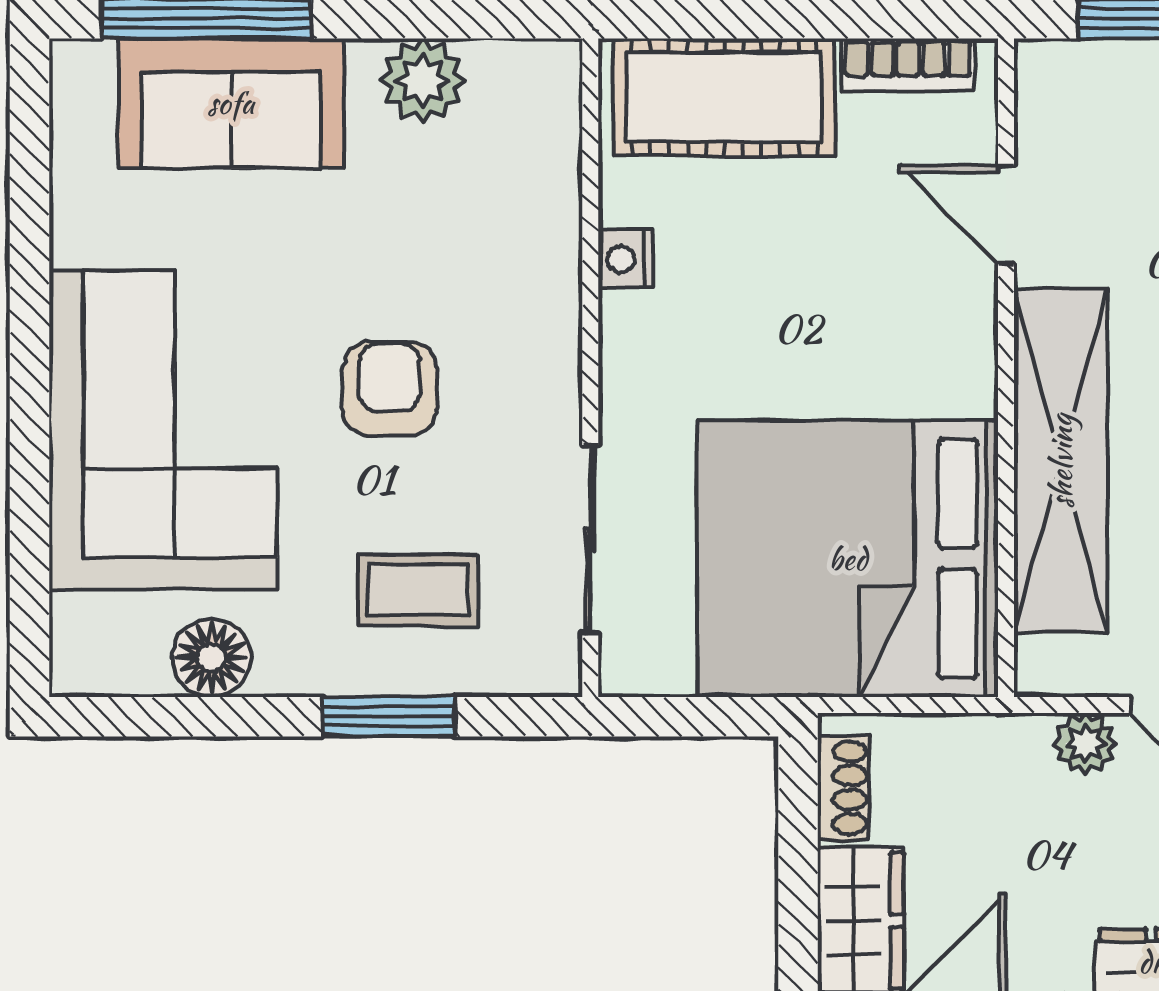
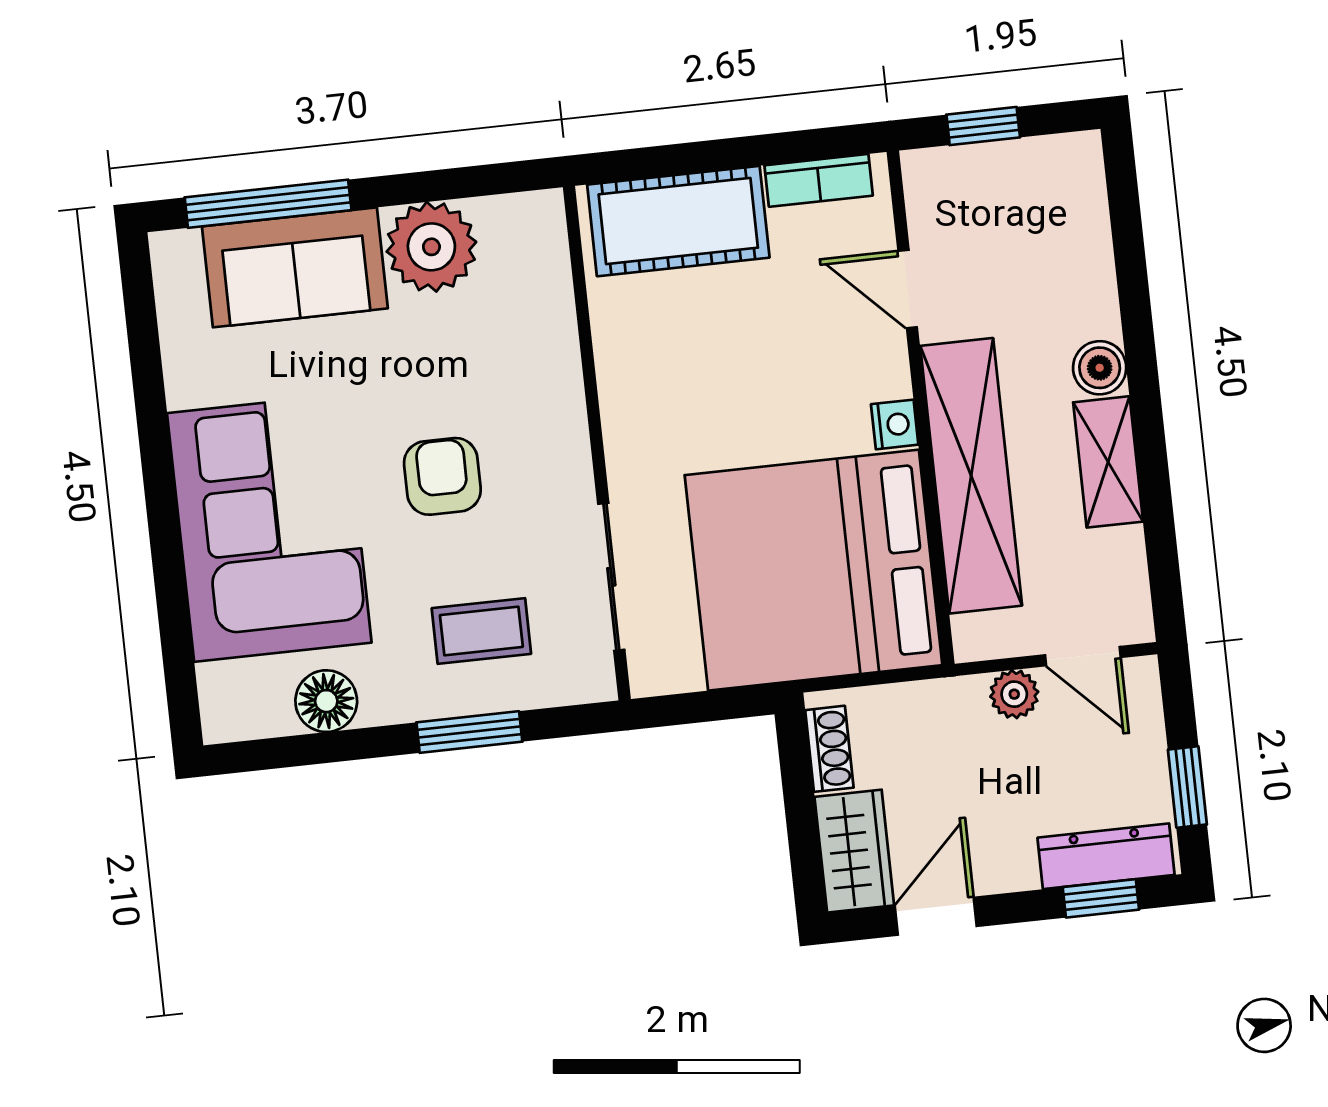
plant: (423, 81) -> (431, 247), width x1.36, depth x1.36
nightstand: (625, 259) -> (895, 424), moved, turned 180

